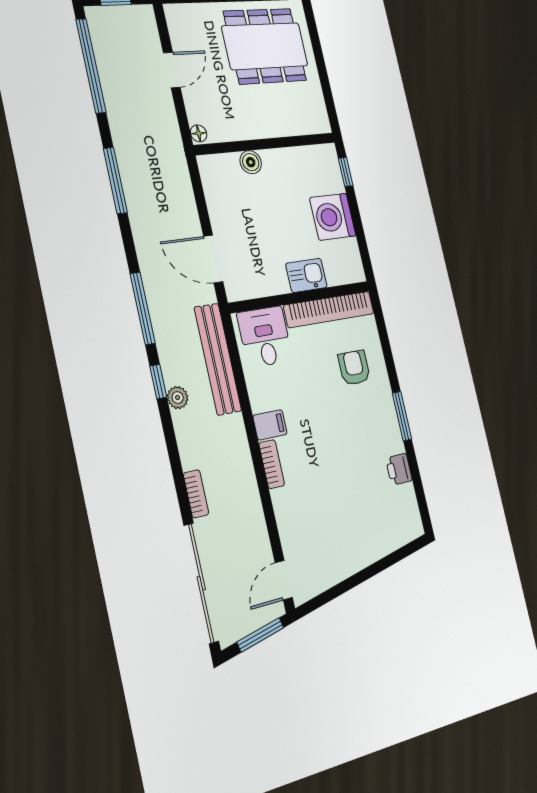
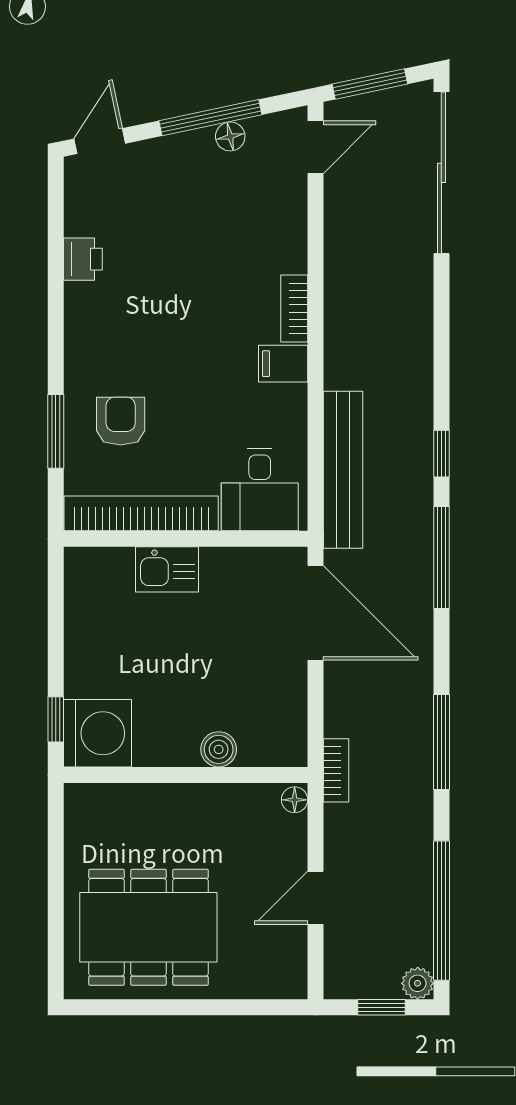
washing machine: (333, 217) -> (97, 733), moved
door: (213, 259) -> (315, 613), width x1.36
armchair: (354, 368) -> (121, 421), turned 180
plant: (178, 398) -> (418, 983), moved
window: (402, 416) -> (56, 431), moved
bookcase: (196, 494) -> (336, 770), moved, turned 180
door: (408, 550) -> (100, 141), added
floor lamp: (336, 573) -> (230, 136), added
window: (350, 583) -> (210, 118), added

